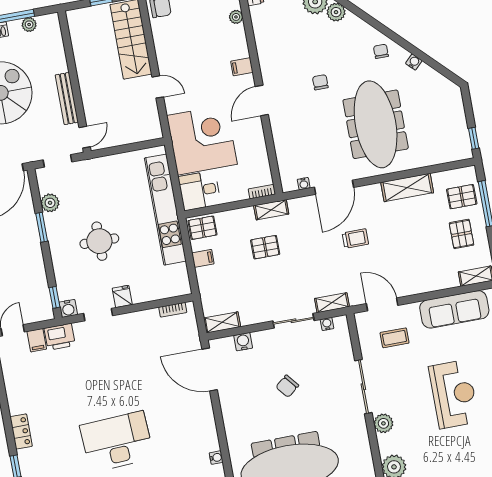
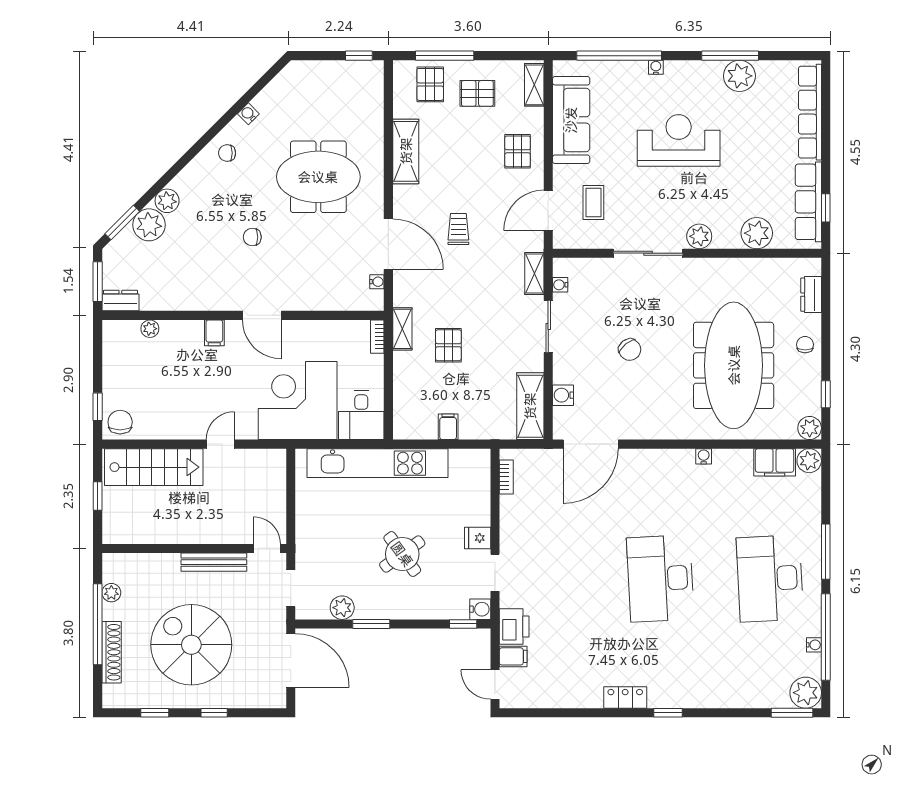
meeting table: (376, 124) -> (318, 177), width x0.73
pallet: (202, 228) -> (518, 151), moved
round table: (99, 241) -> (402, 554), turned -36
shelving: (222, 322) -> (530, 406), width x1.50, depth x1.33

